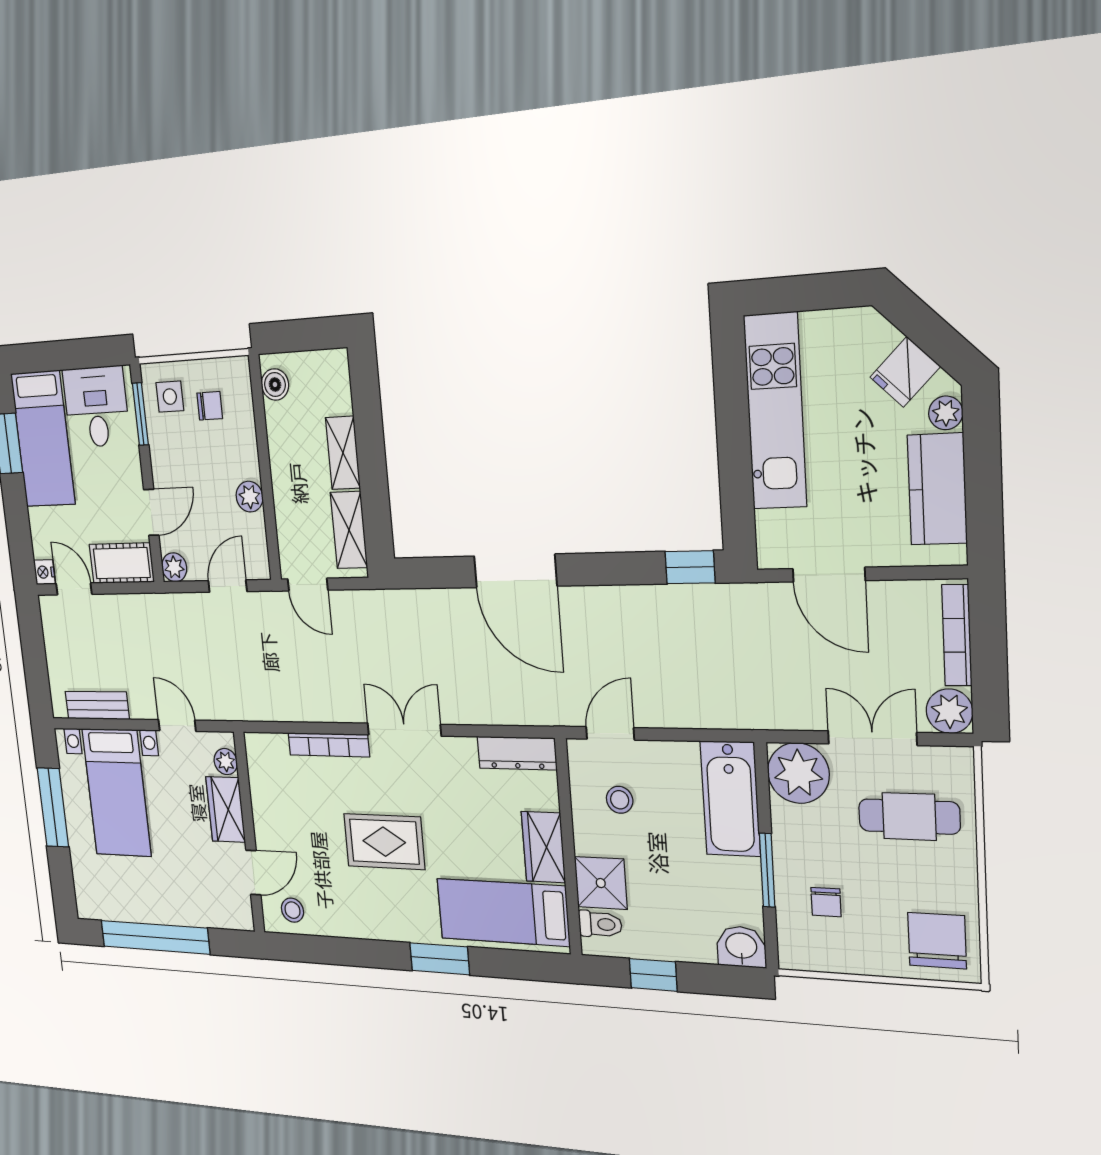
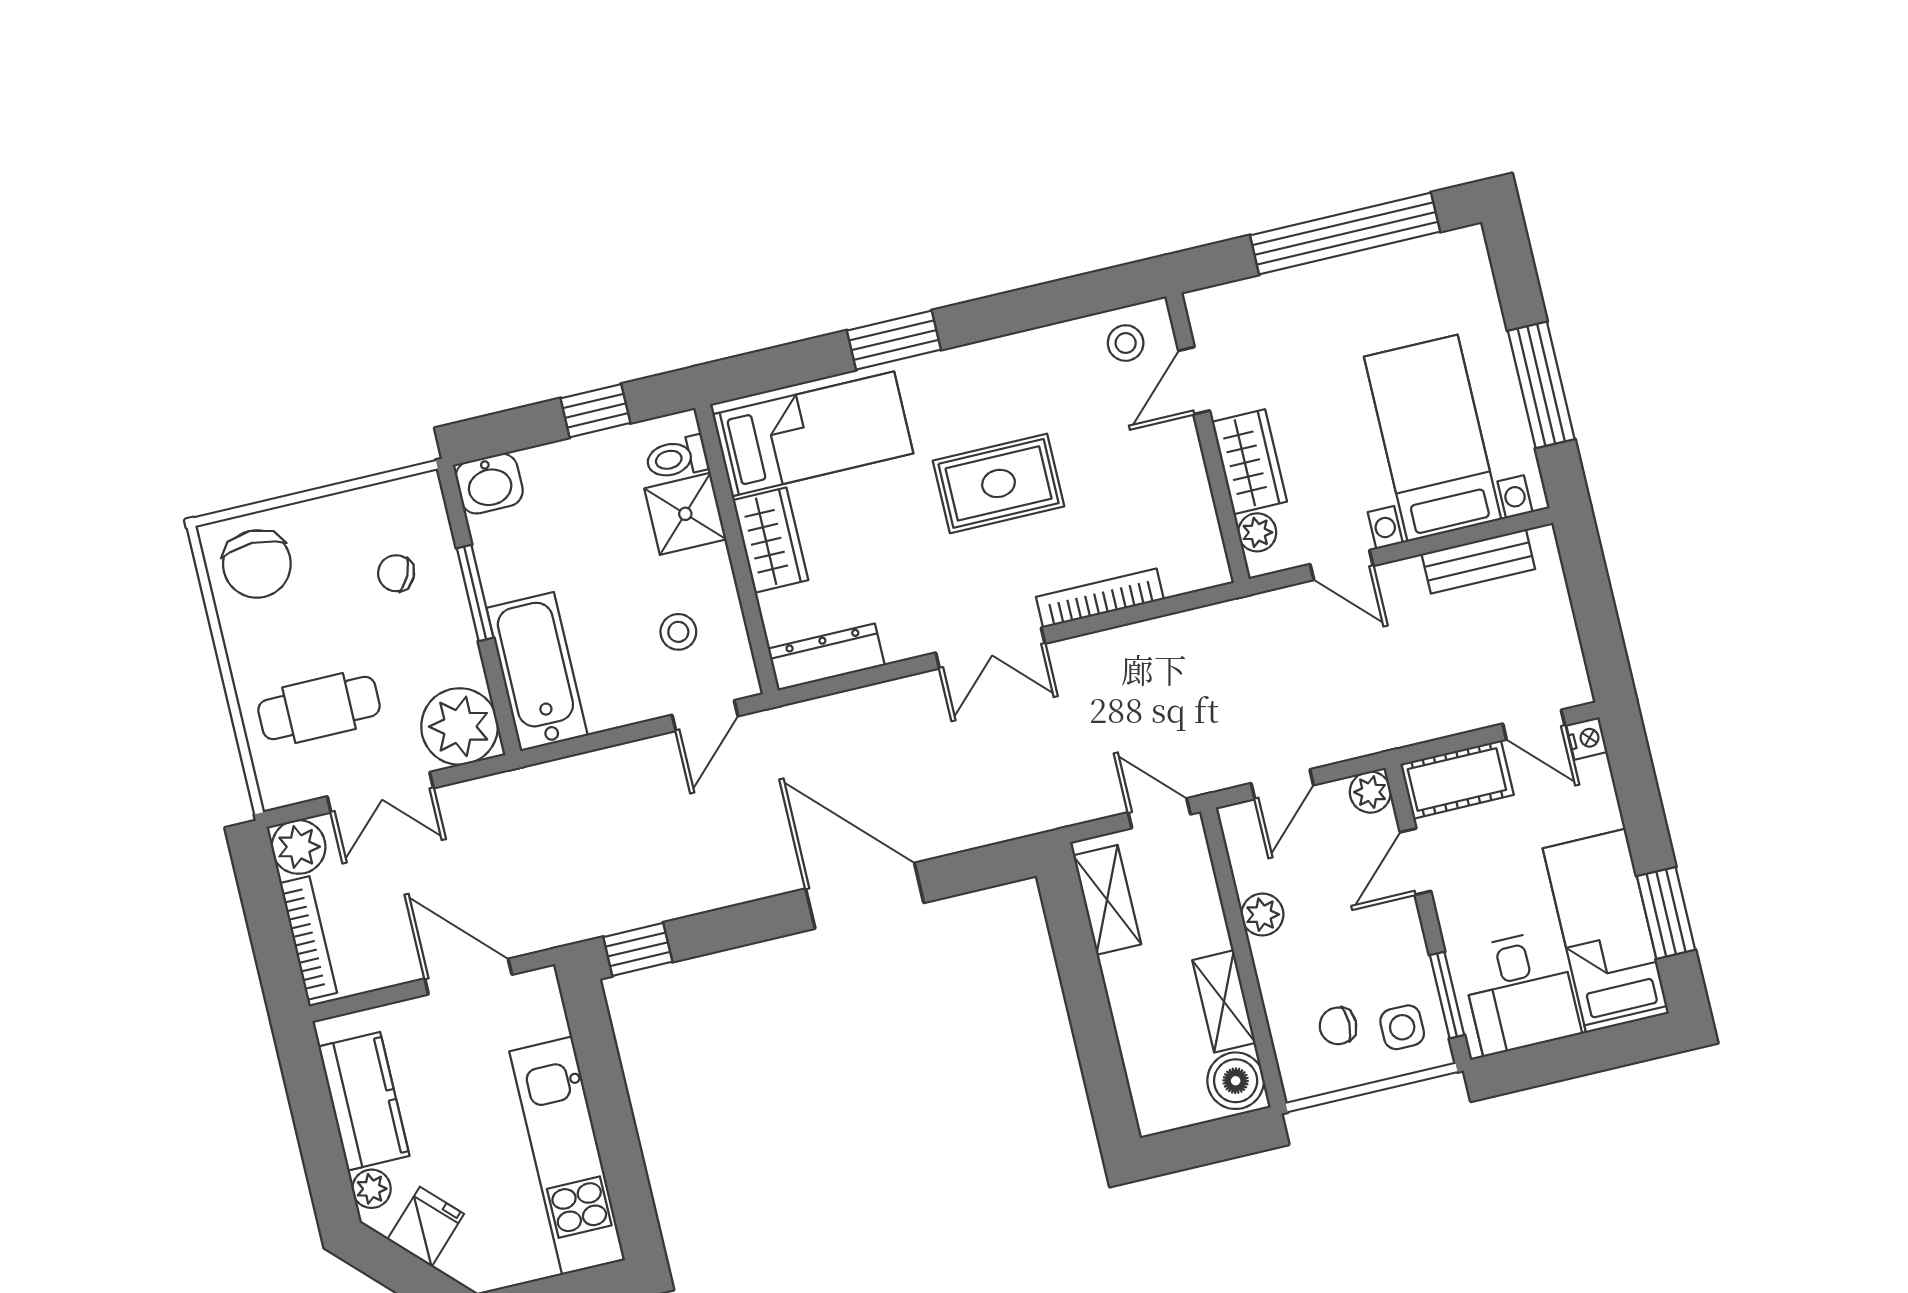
boiler: (275, 384) -> (1236, 1081), width x1.36, depth x1.36
shelving: (343, 453) -> (1224, 1001), moved
chair: (826, 902) -> (396, 573), turned -64

